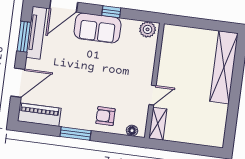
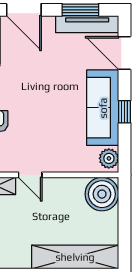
sofa: (98, 28) -> (103, 108), width x1.36
boiler: (176, 39) -> (102, 194), added

